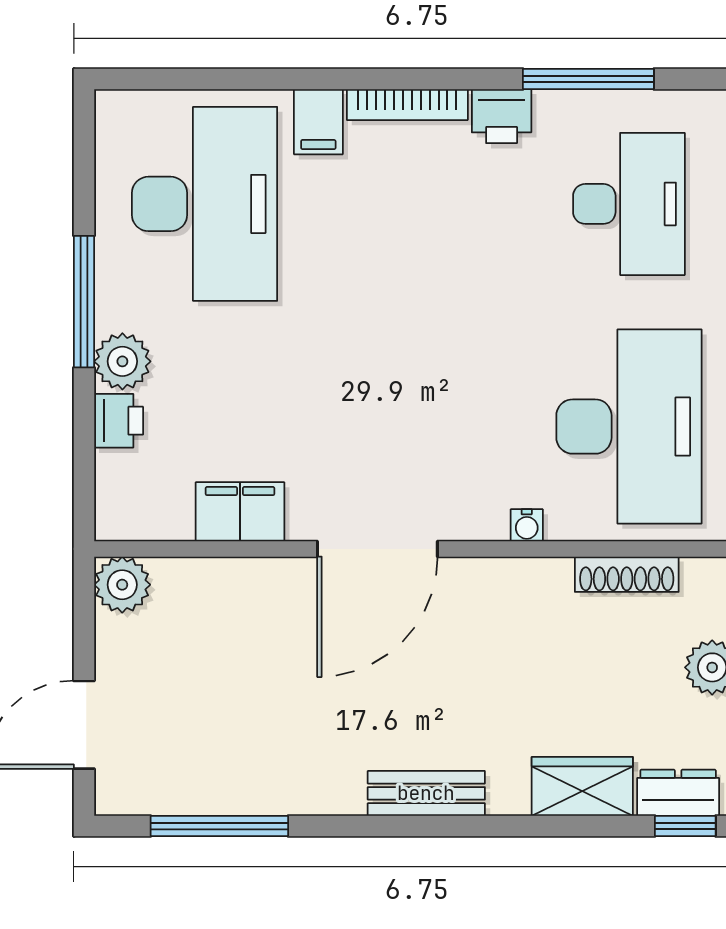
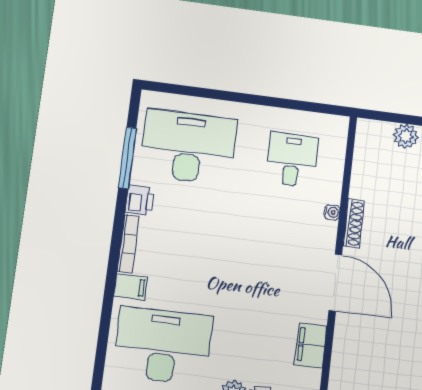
desk: (629, 204) -> (188, 147), width x1.36, depth x1.30
desk: (629, 427) -> (292, 160), width x0.53, depth x0.77
shoe rack: (627, 574) -> (354, 223), moved

